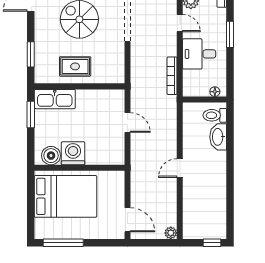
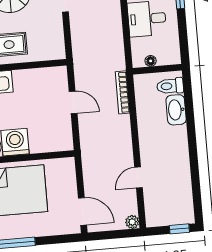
bookcase: (172, 76) -> (123, 92), moved
floor lamp: (215, 92) -> (151, 61), moved
door: (180, 168) -> (139, 177), moved

